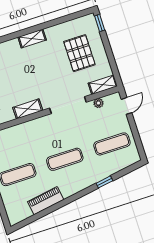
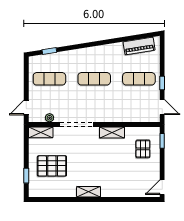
window: (100, 23) -> (26, 176), moved
pallet: (79, 53) -> (52, 166), turned 90
window: (104, 182) -> (49, 51), moved
piano: (46, 201) -> (139, 46), moved

